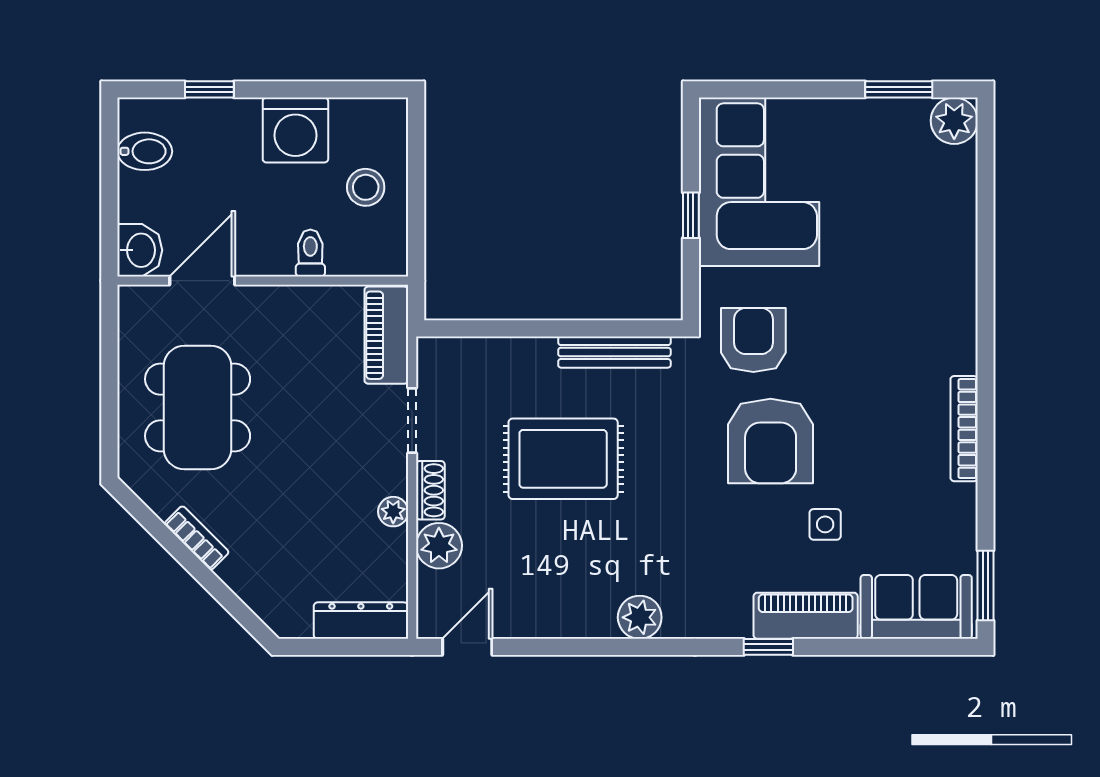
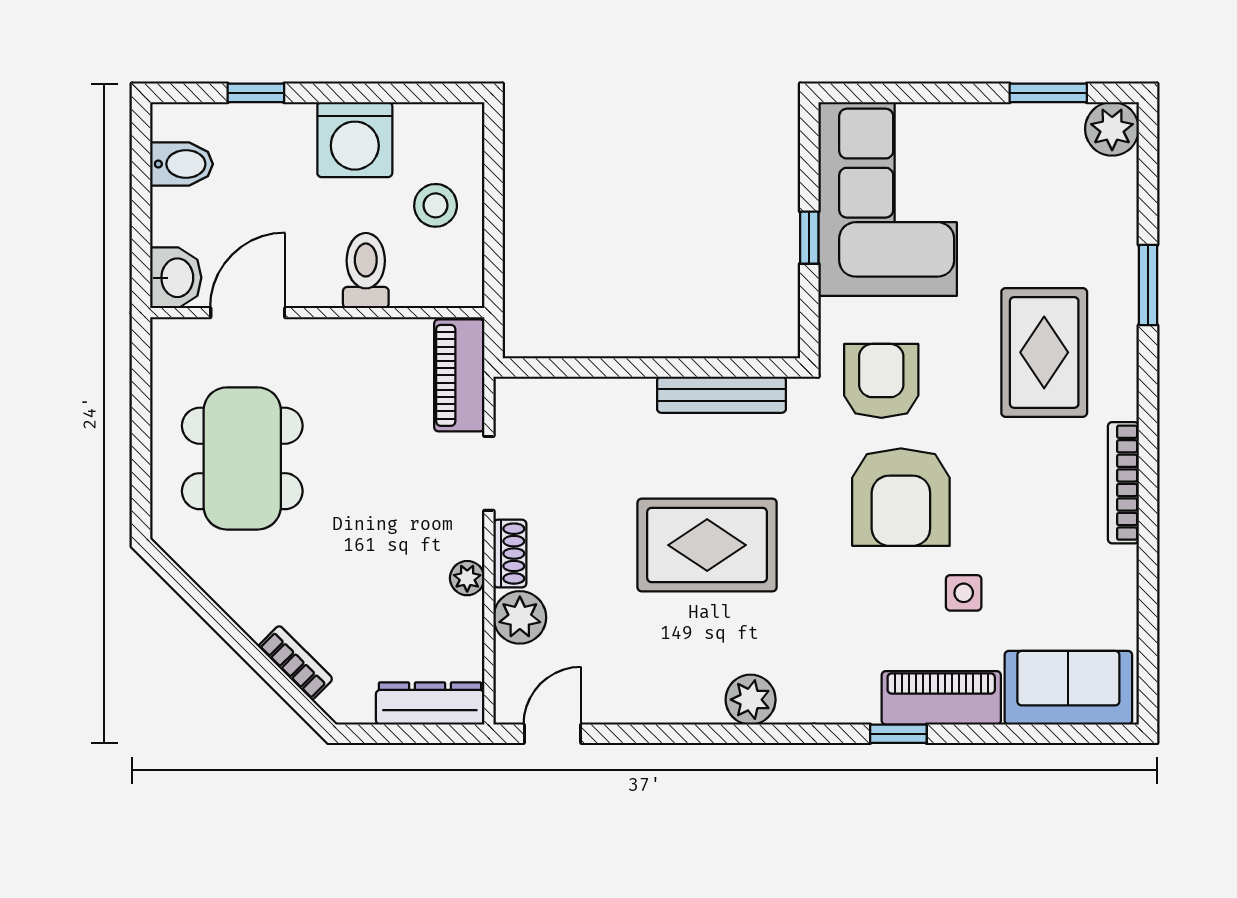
toilet: (310, 253) -> (366, 270), width x1.37, depth x1.39
rug: (895, 315) -> (1044, 352), added
rug: (563, 459) -> (707, 545), moved
bookcase: (197, 538) -> (296, 663), moved
window: (986, 586) -> (1148, 285), moved

